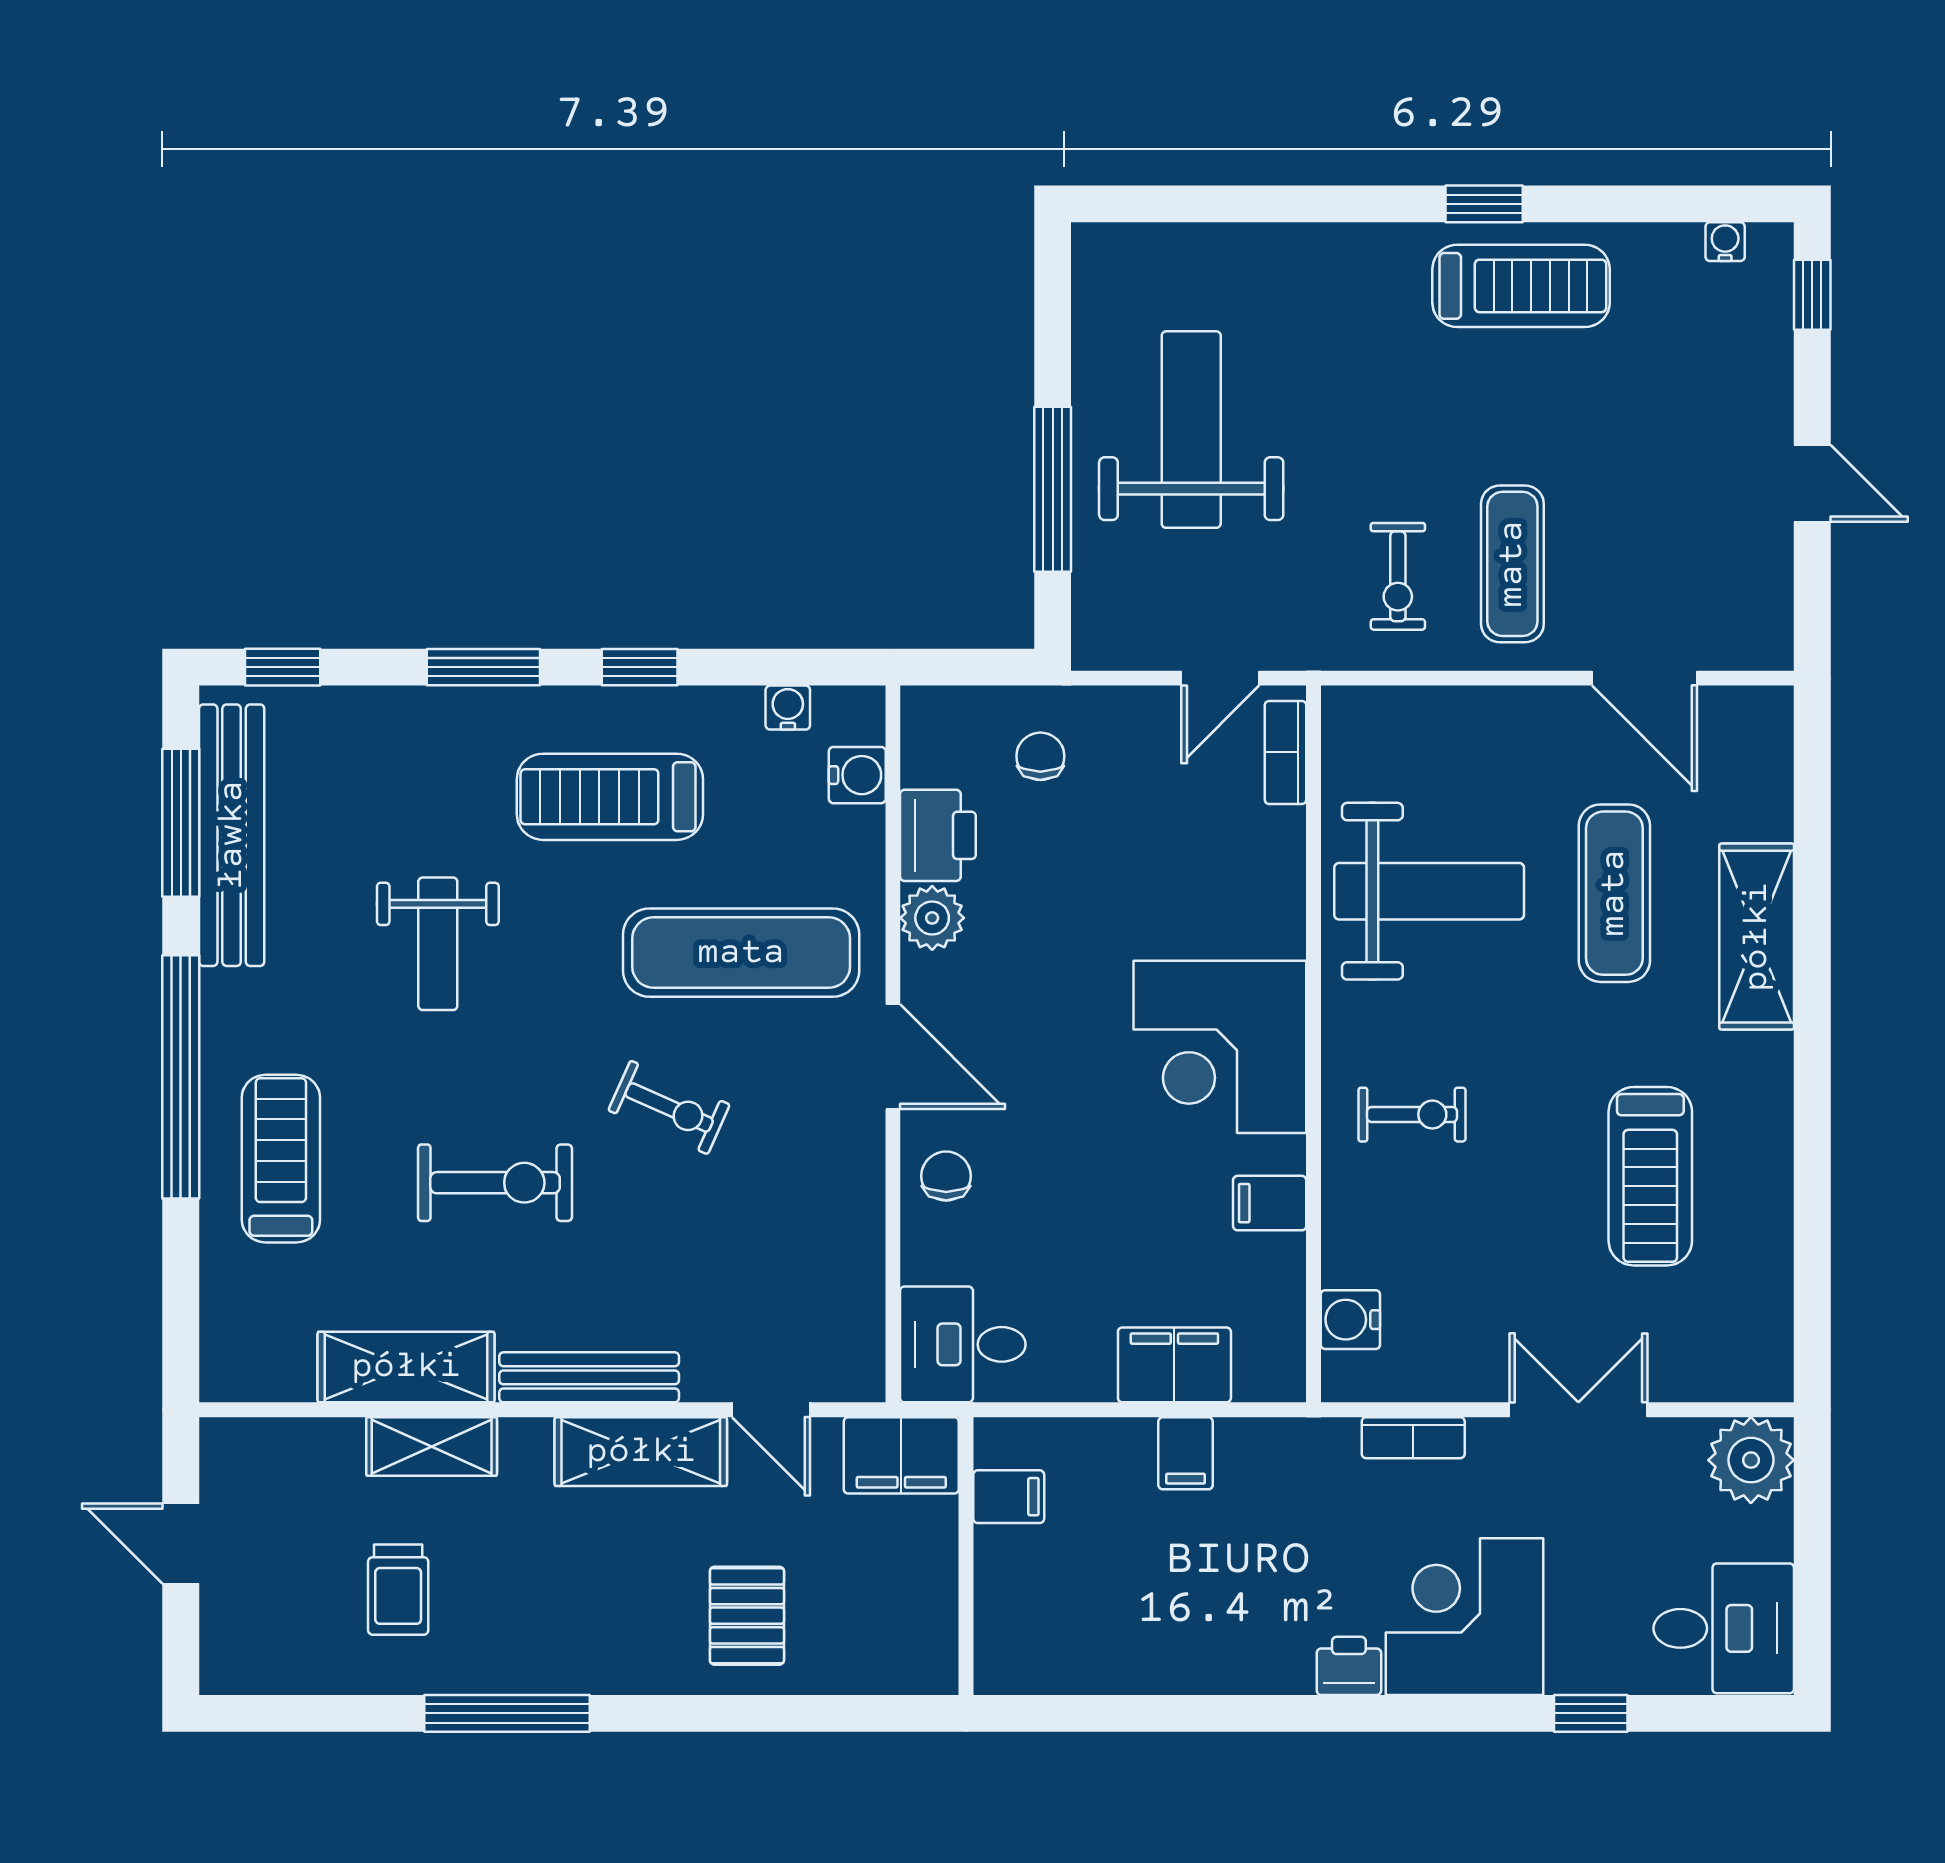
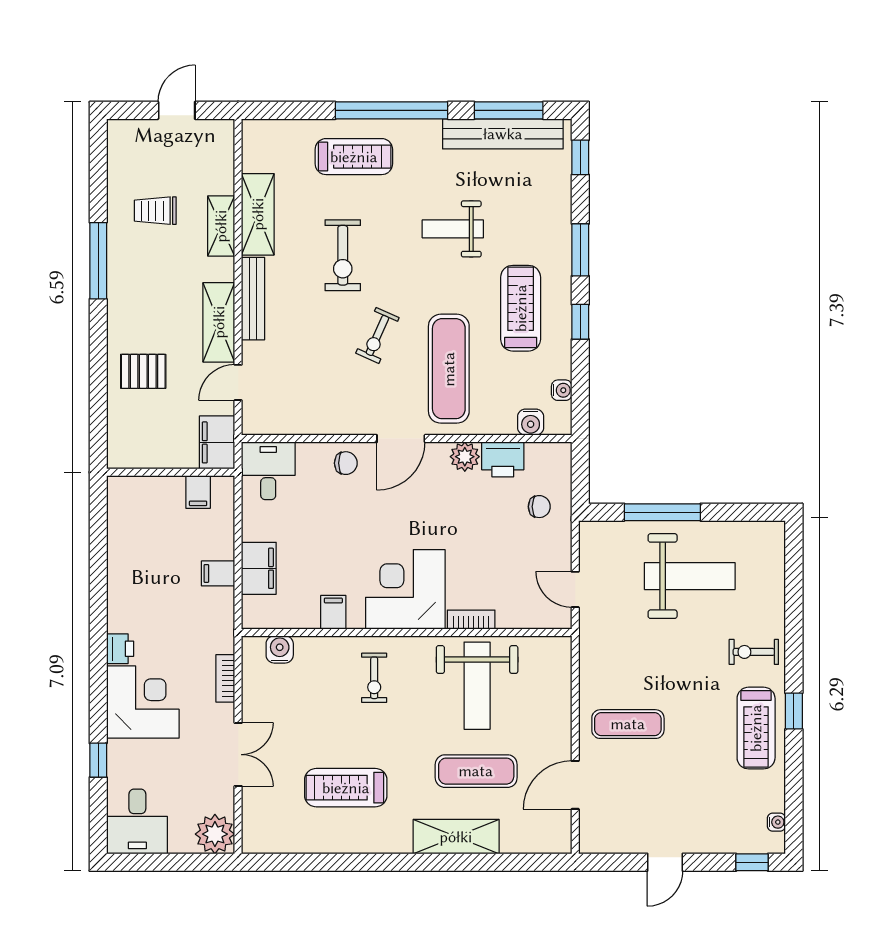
exercise bike: (1398, 576) -> (754, 652), moved
bookcase: (1286, 752) -> (471, 620), moved

